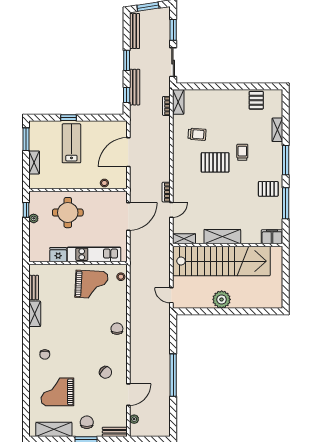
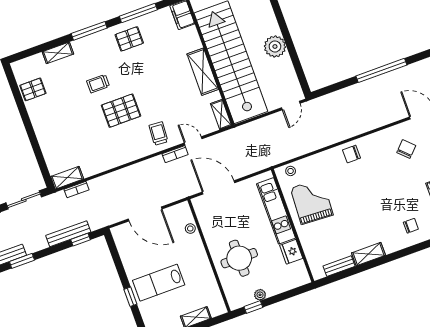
window: (127, 60) -> (22, 261), moved
trolley: (197, 134) -> (158, 134), moved
pallet: (215, 162) -> (121, 111), turned 90
pallet: (268, 189) -> (129, 39), turned 90

